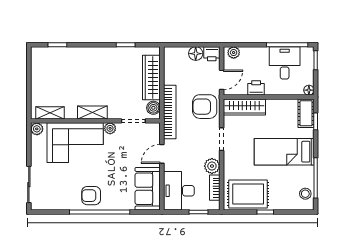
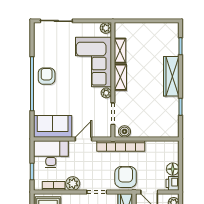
wardrobe: (151, 78) -> (171, 76), moved, turned -90
shelving: (50, 113) -> (120, 51), moved
door: (162, 154) -> (84, 139), hinge flipped

